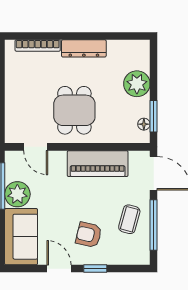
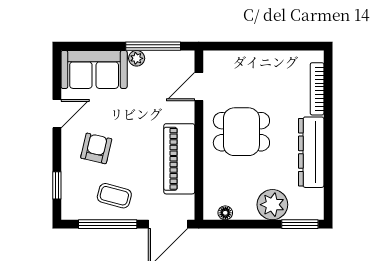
dresser: (84, 48) -> (311, 152), width x1.37, depth x1.24
window: (154, 116) -> (300, 224), moved
plant: (17, 194) -> (137, 58), width x0.53, depth x0.53
window: (95, 269) -> (57, 185), moved

